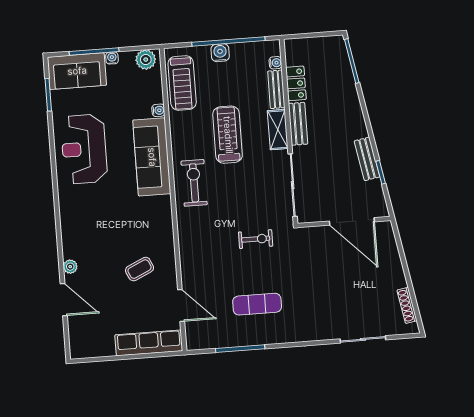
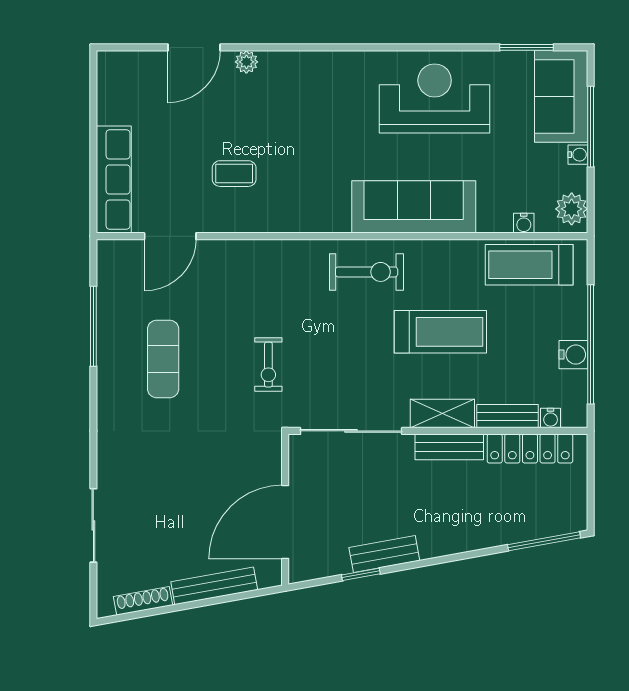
water cooler: (220, 53) -> (573, 355), moved
locker: (296, 83) -> (530, 448), width x1.53
water cooler: (158, 110) -> (524, 223), moved
bench: (394, 262) -> (214, 586), added
coffee table: (140, 269) -> (234, 174), turned -65

